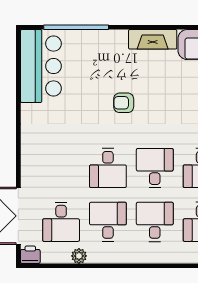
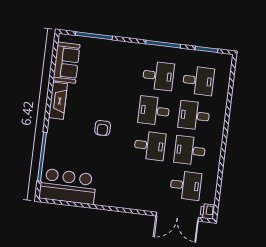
plant: (79, 256) -> (213, 175), removed

